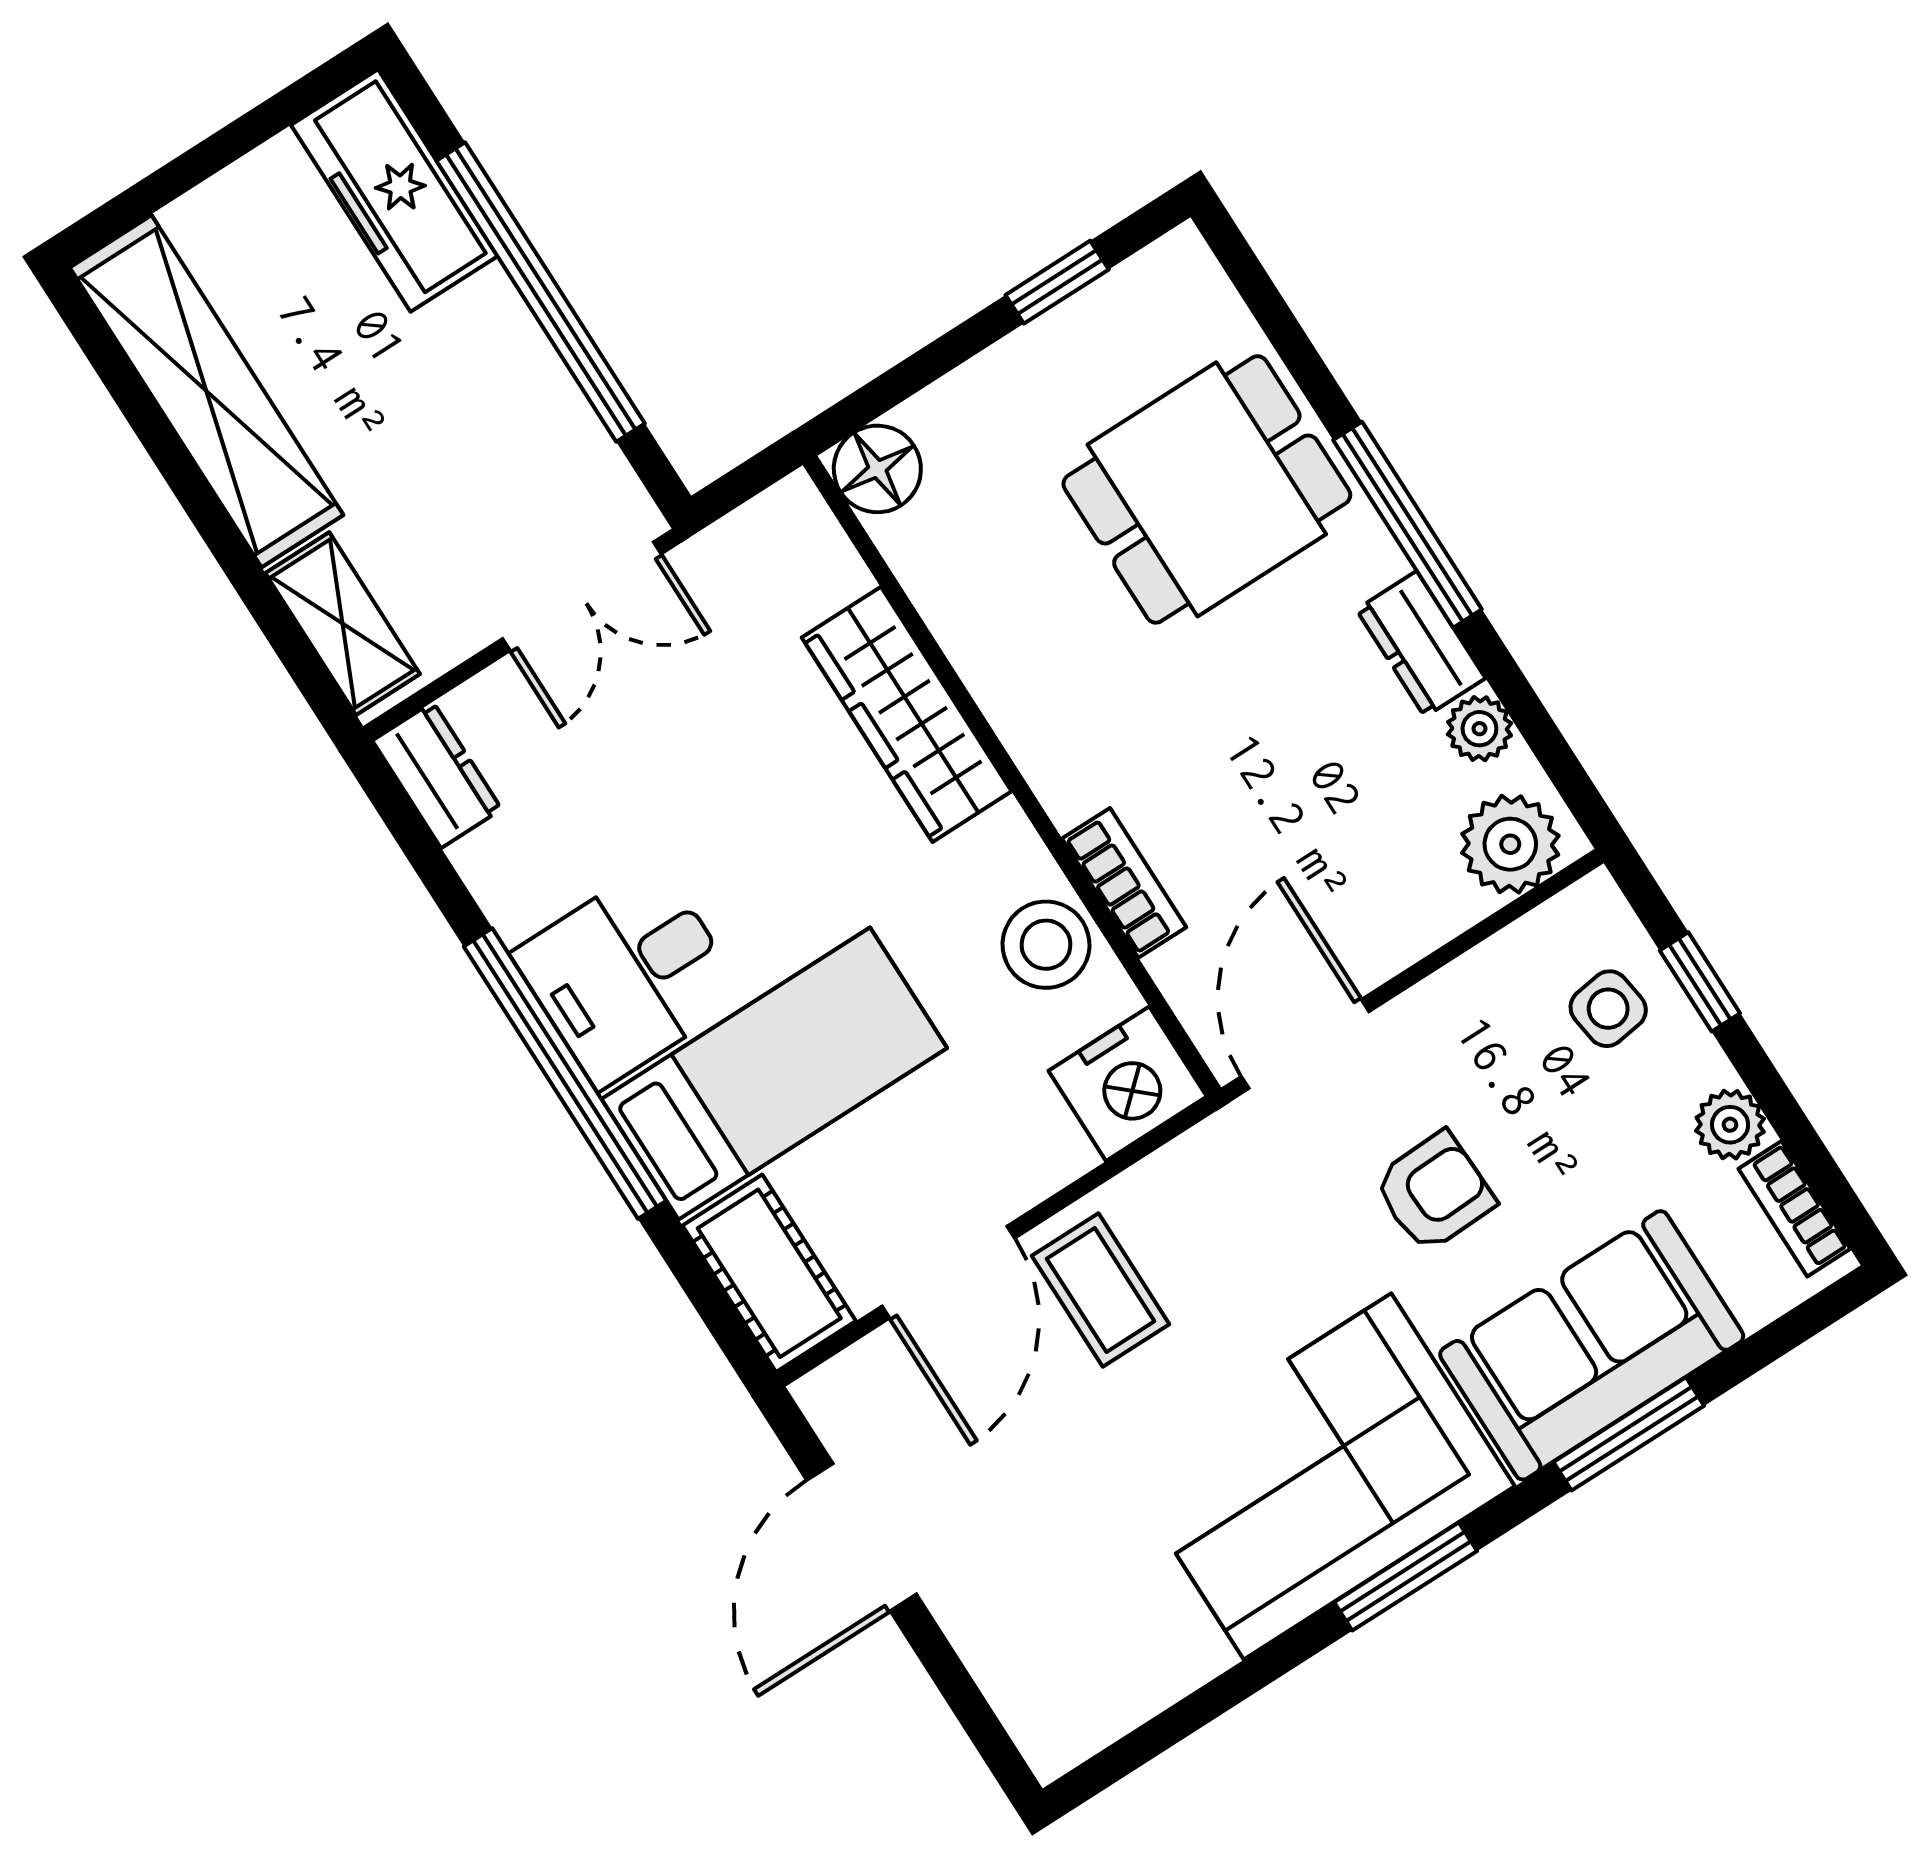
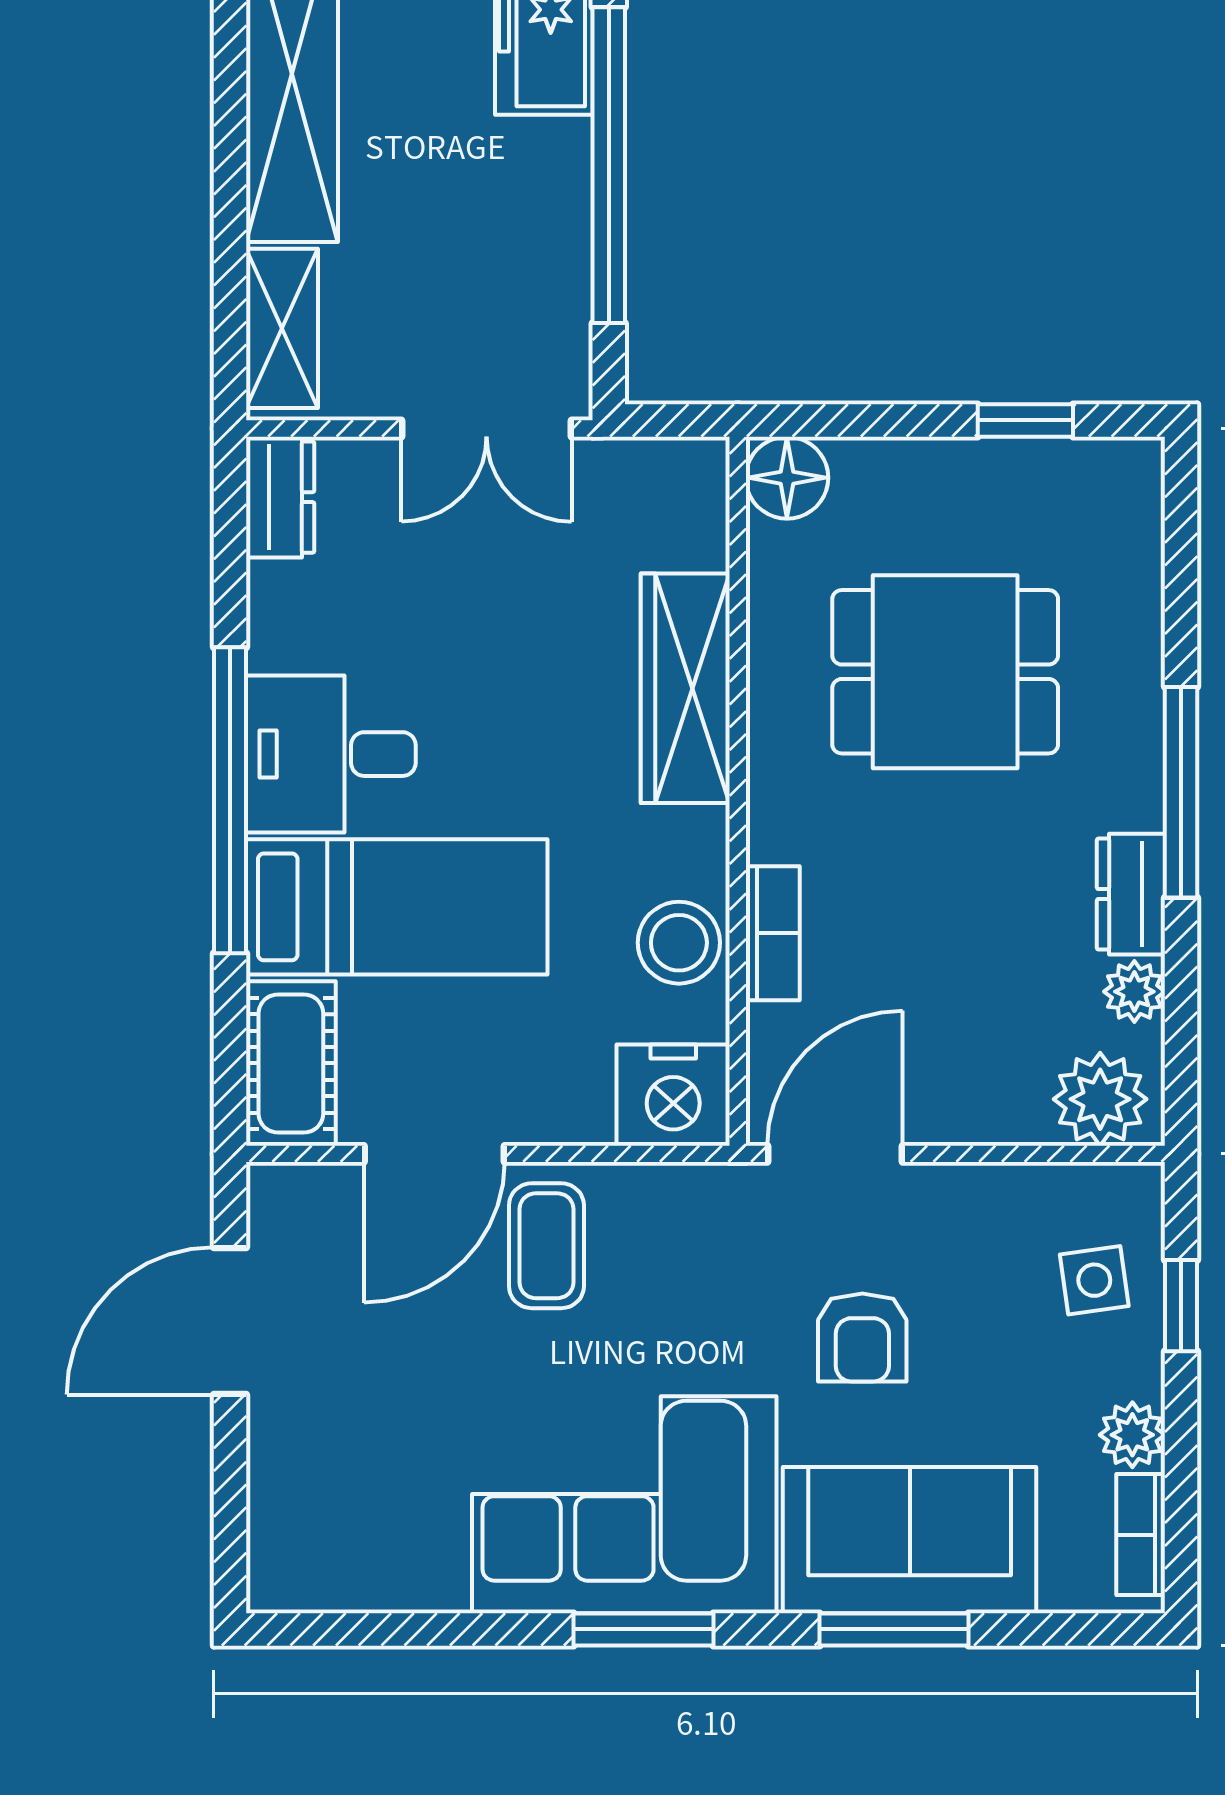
dining table: (1207, 489) -> (945, 672), moved
armchair: (1434, 1192) -> (862, 1337), turned 92

